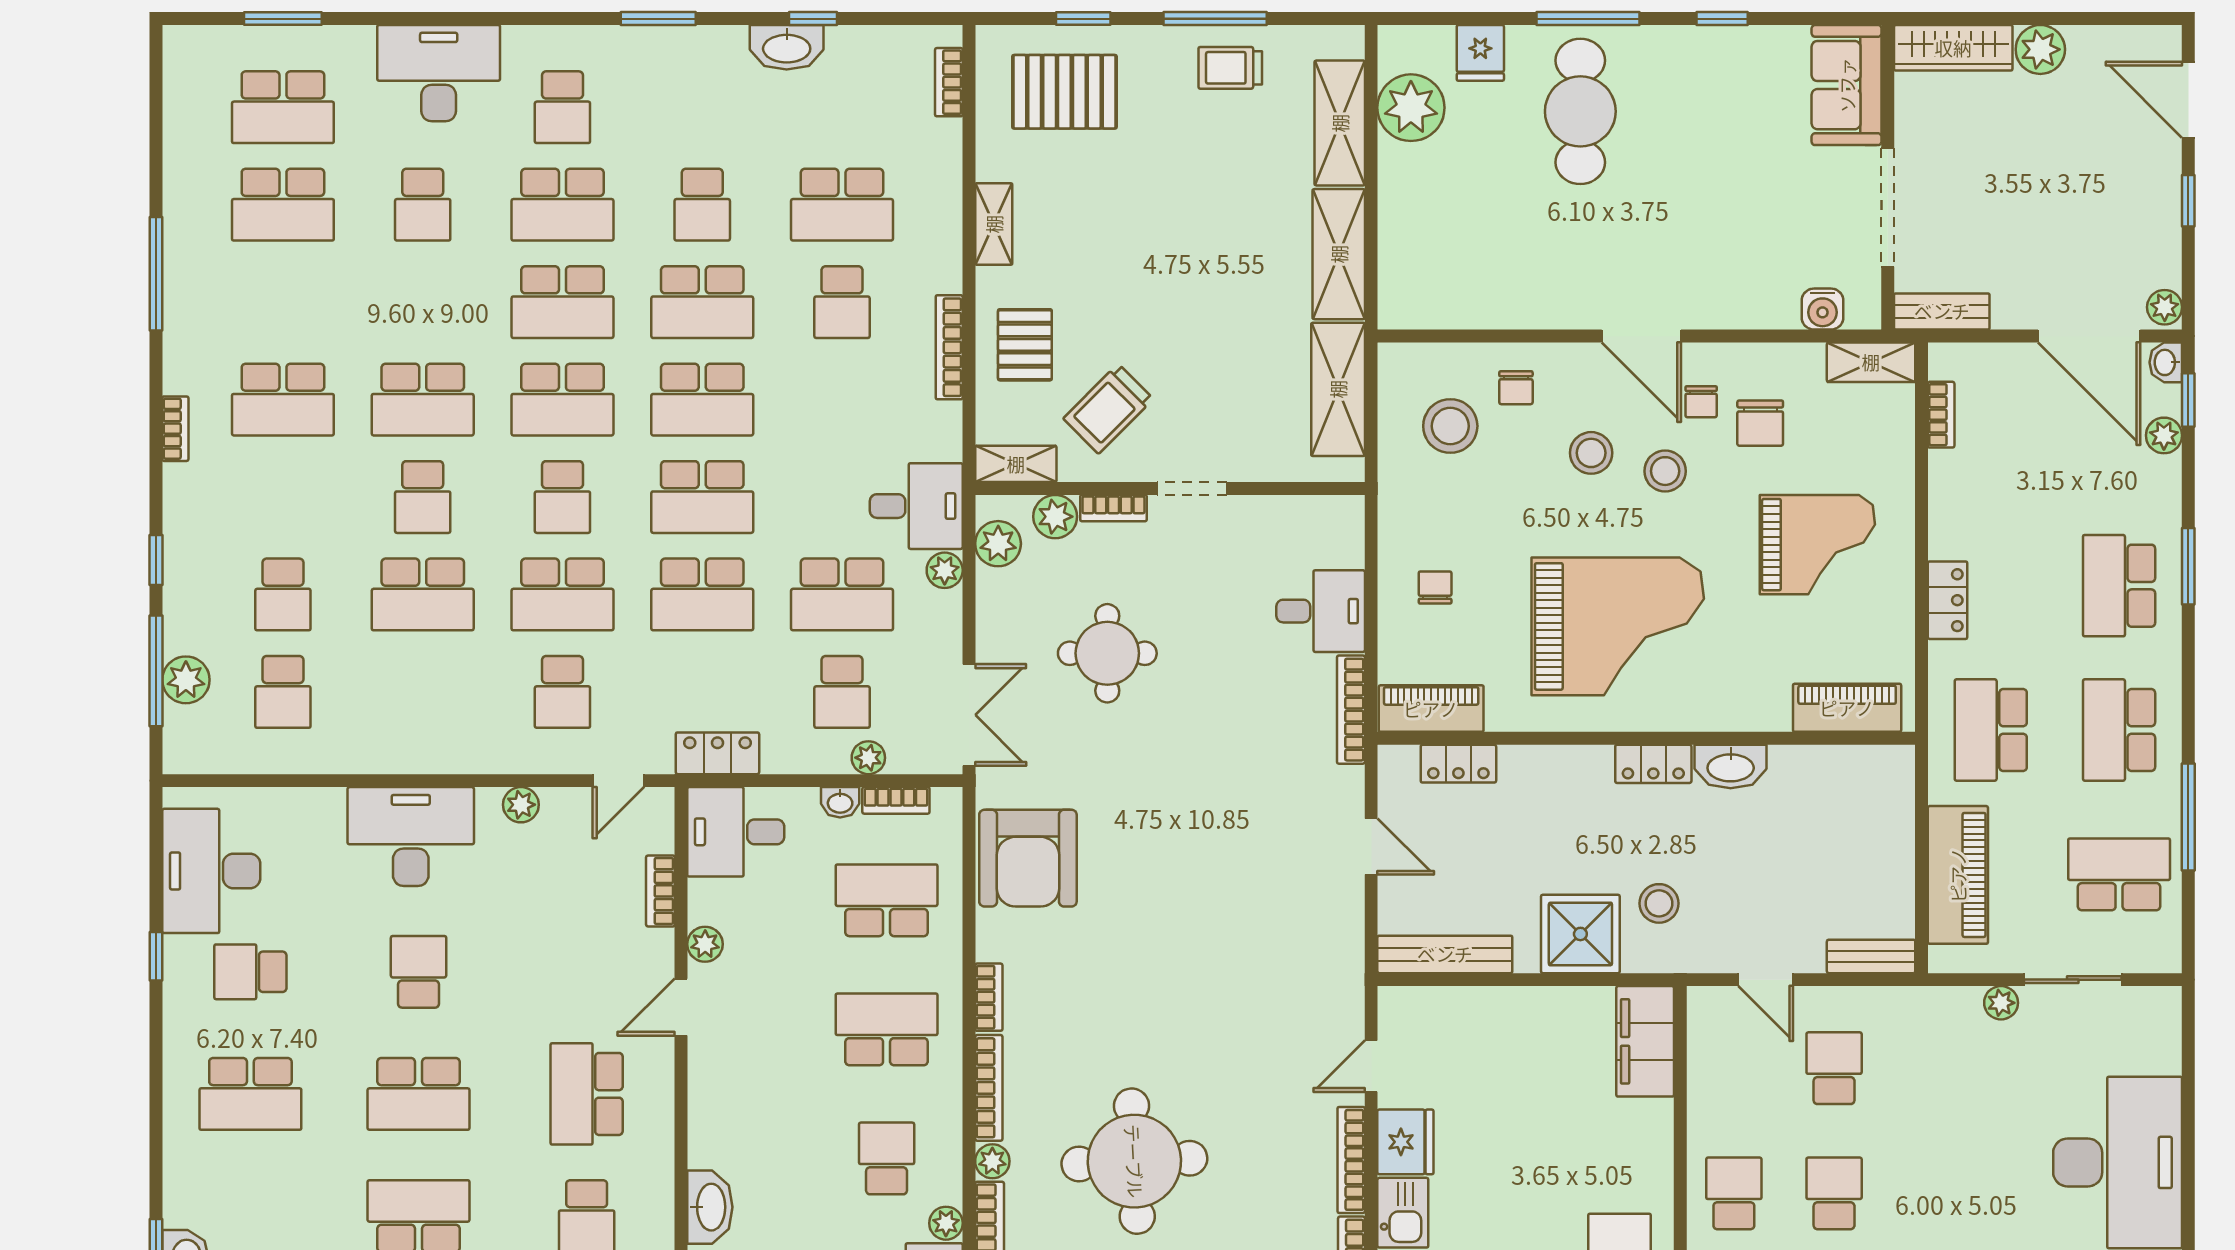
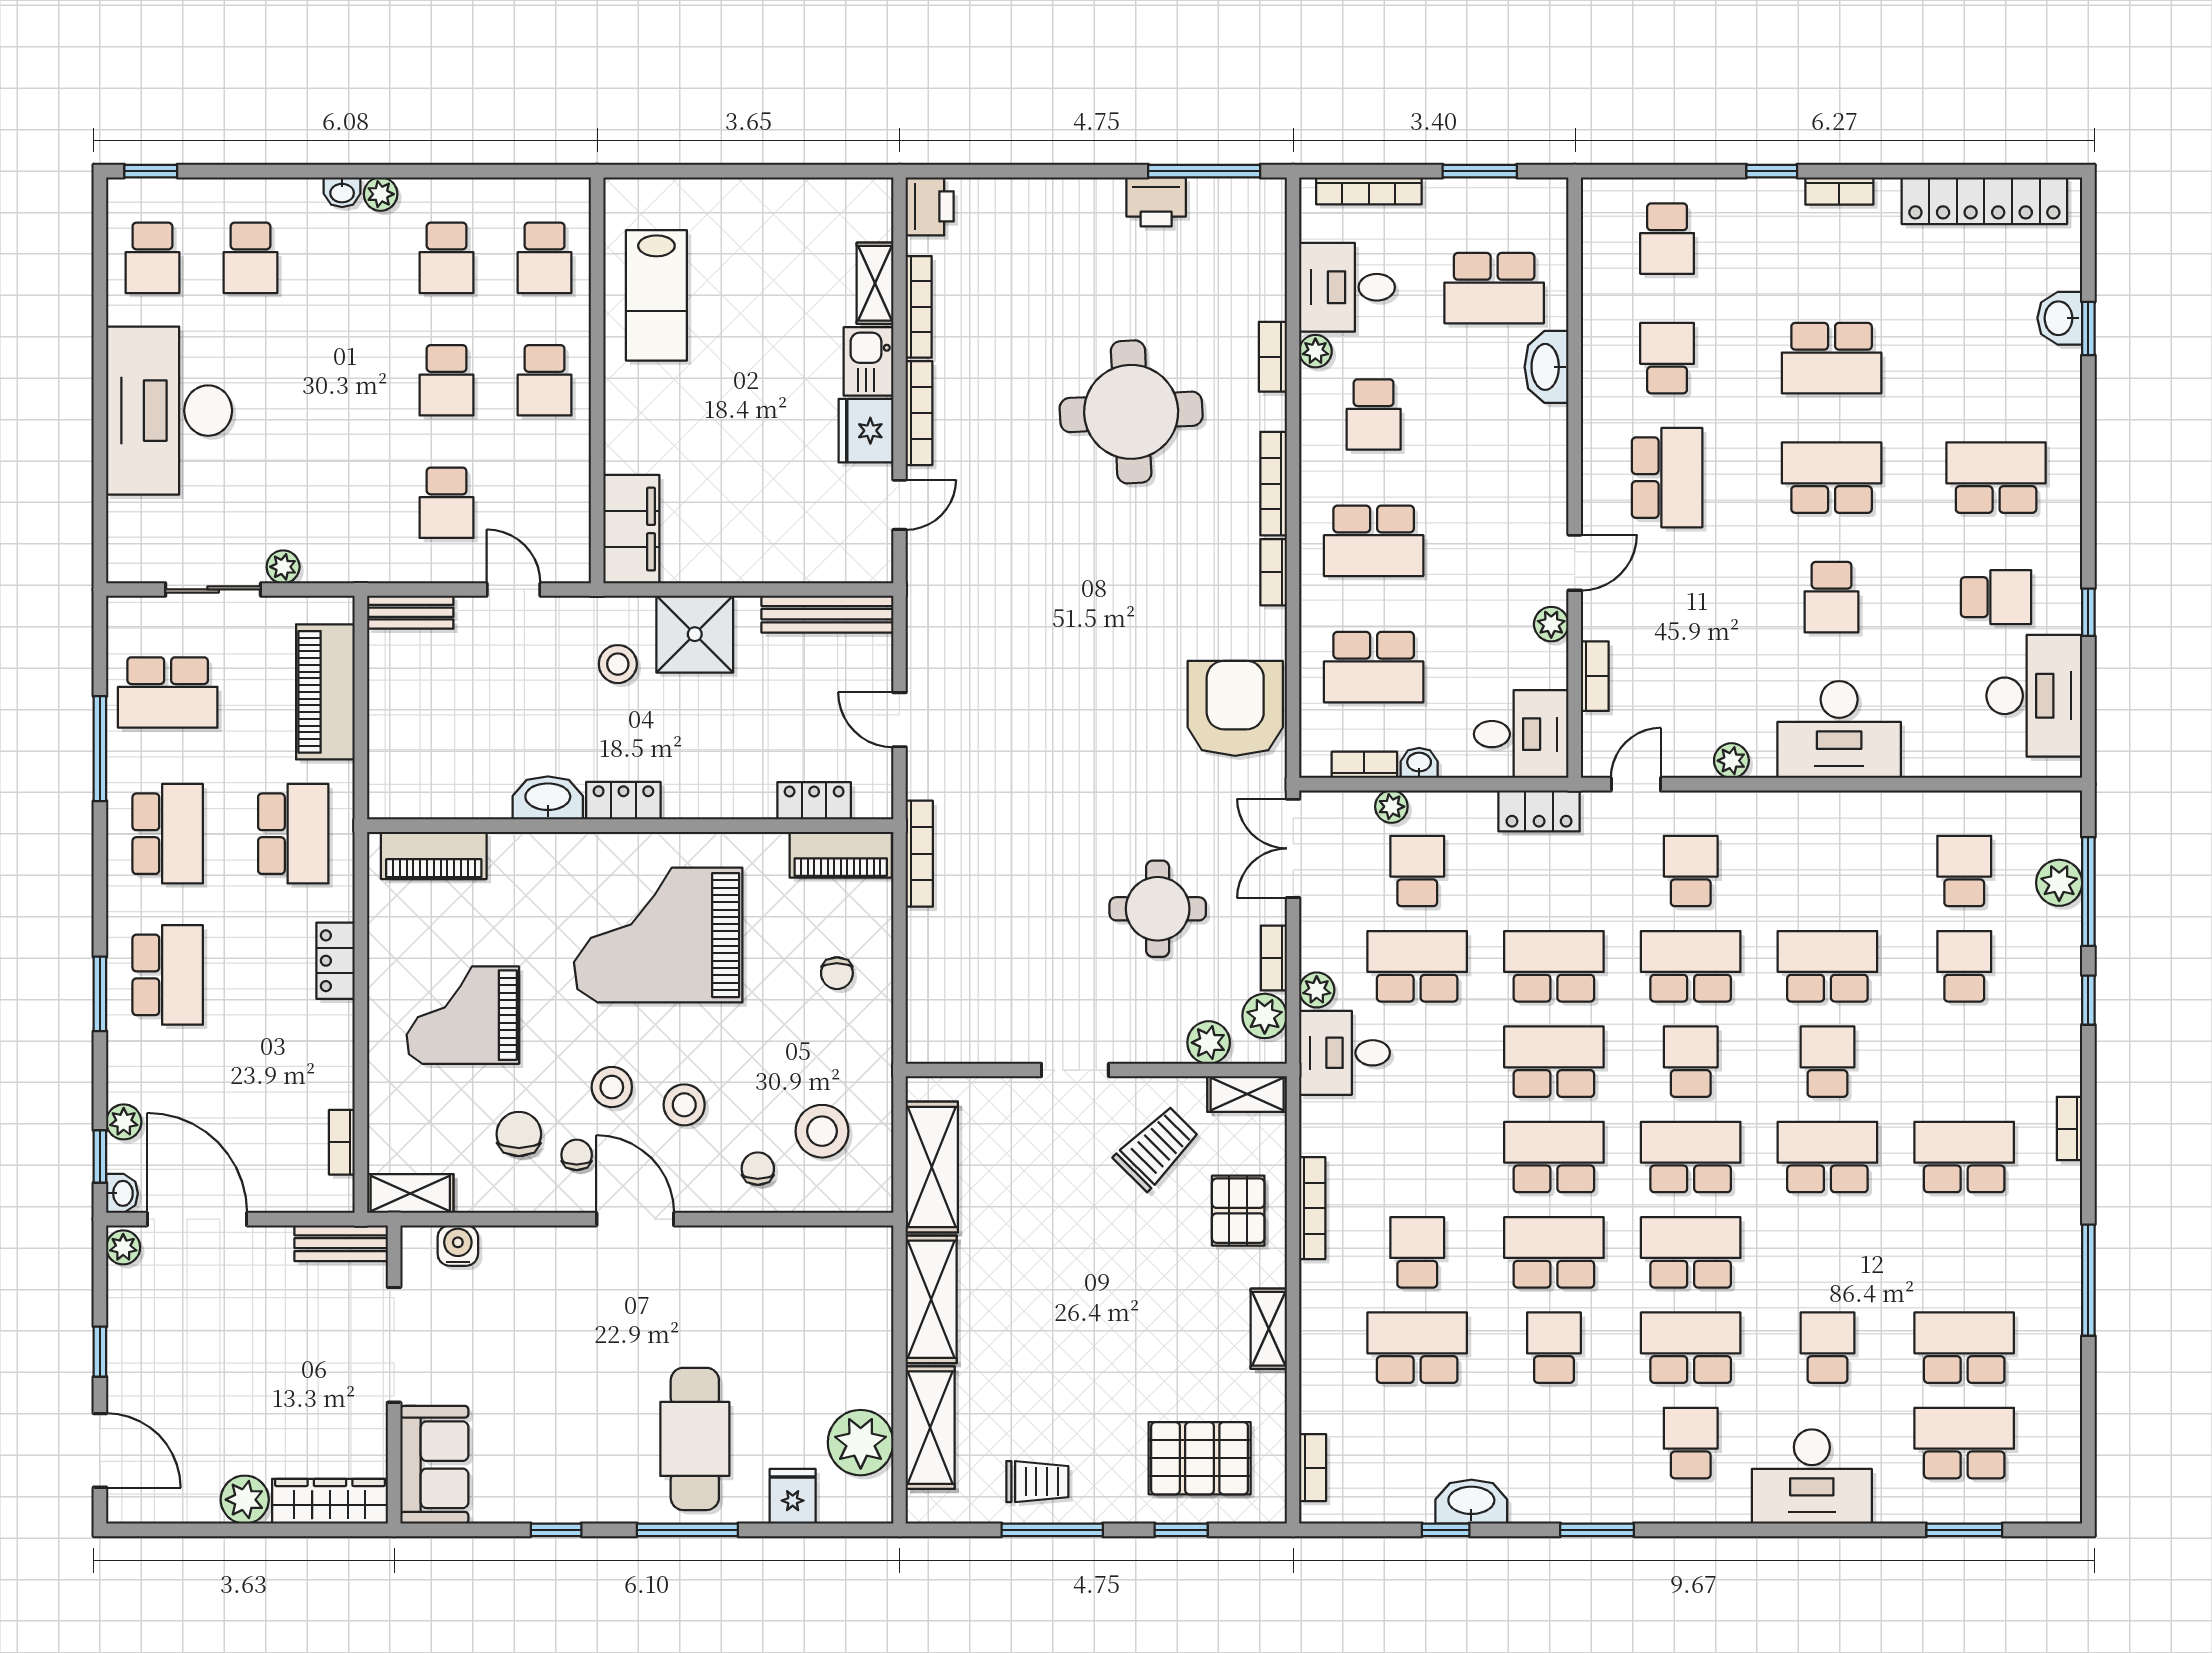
bookcase: (1113, 508) -> (1274, 958), moved, turned -90
desk: (1321, 611) -> (949, 950), removed
plant: (992, 1161) -> (1270, 412), removed

